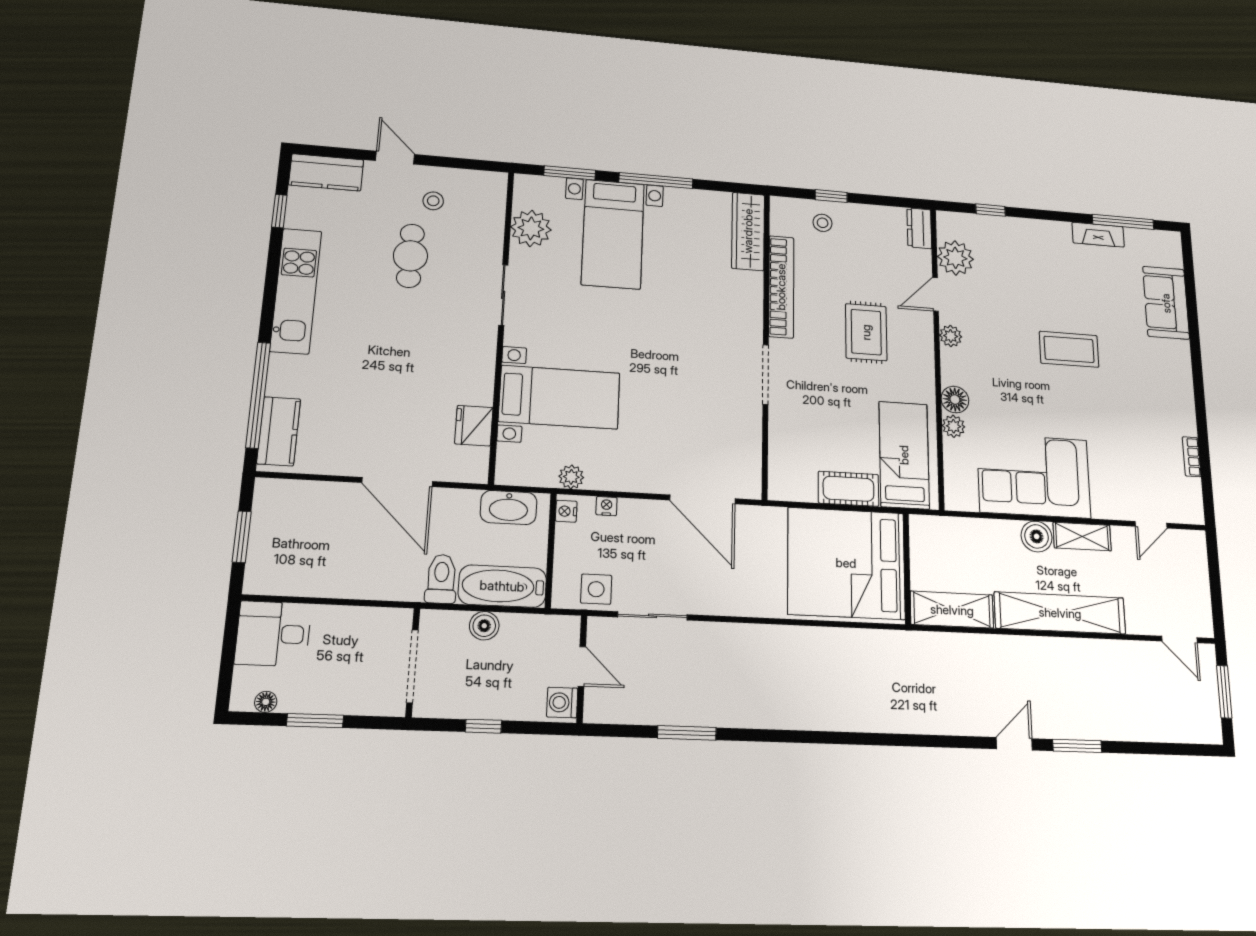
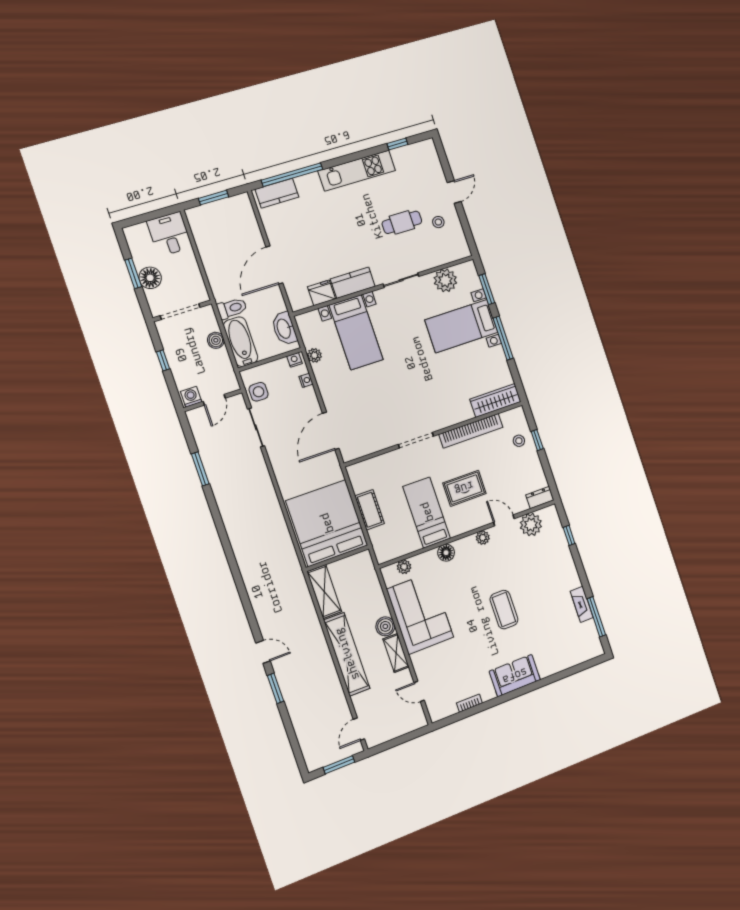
kitchen counter: (326, 172) -> (353, 283), moved, turned 90
sofa: (1166, 303) -> (515, 676), moved
plant: (953, 426) -> (404, 567), moved
bed: (904, 455) -> (427, 512), moved, turned -90
floor lamp: (266, 702) -> (150, 278), moved, width x1.89, depth x1.89

